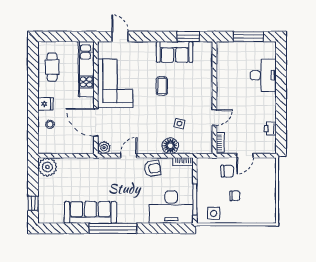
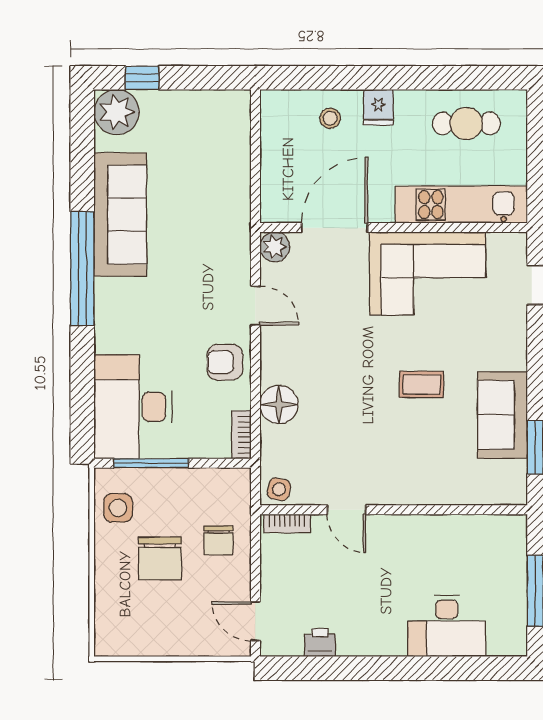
side table: (179, 124) -> (279, 489), moved
door: (245, 156) -> (255, 621), moved
plant: (47, 167) -> (117, 112), moved
armchair: (152, 169) -> (225, 362), turned 99
chair: (235, 196) -> (160, 558), width x1.87, depth x1.87

